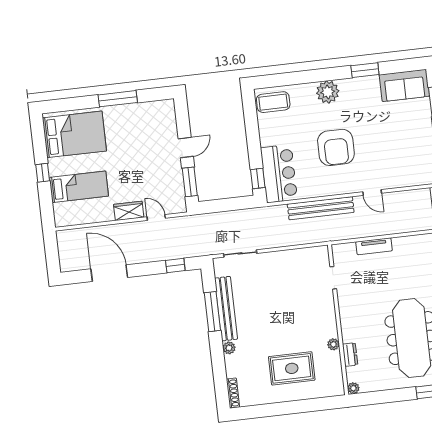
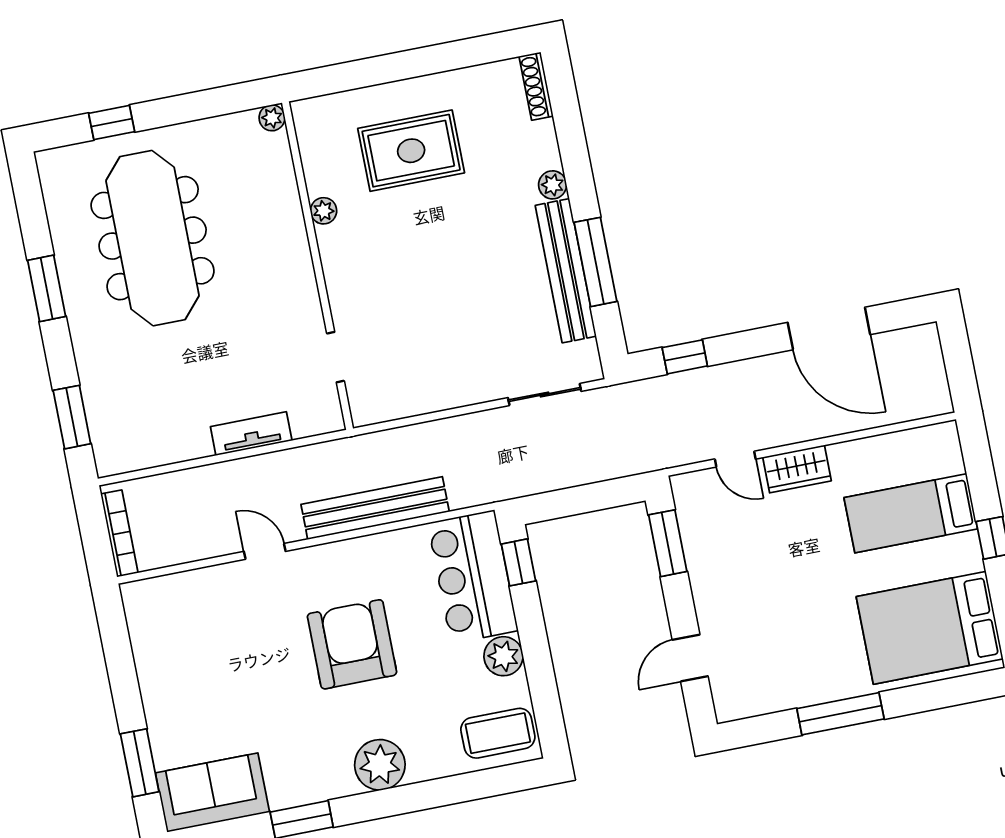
plant: (268, 137) -> (503, 656), added
door: (186, 147) -> (690, 658), moved
dresser: (350, 355) -> (285, 191), removed

